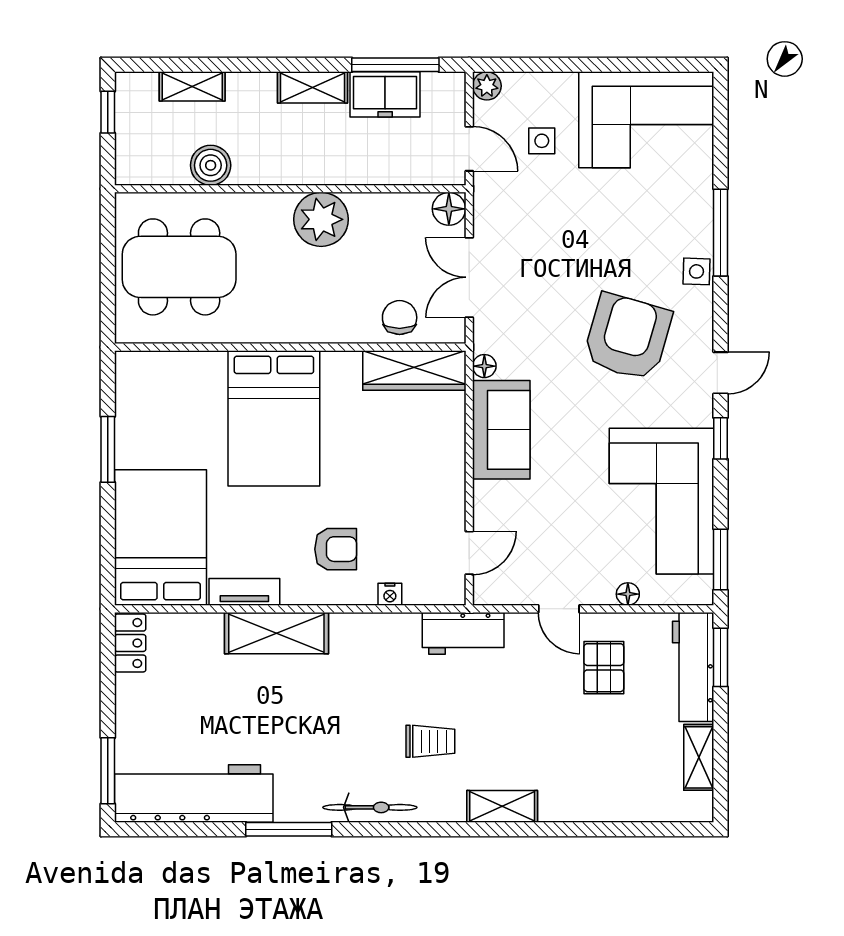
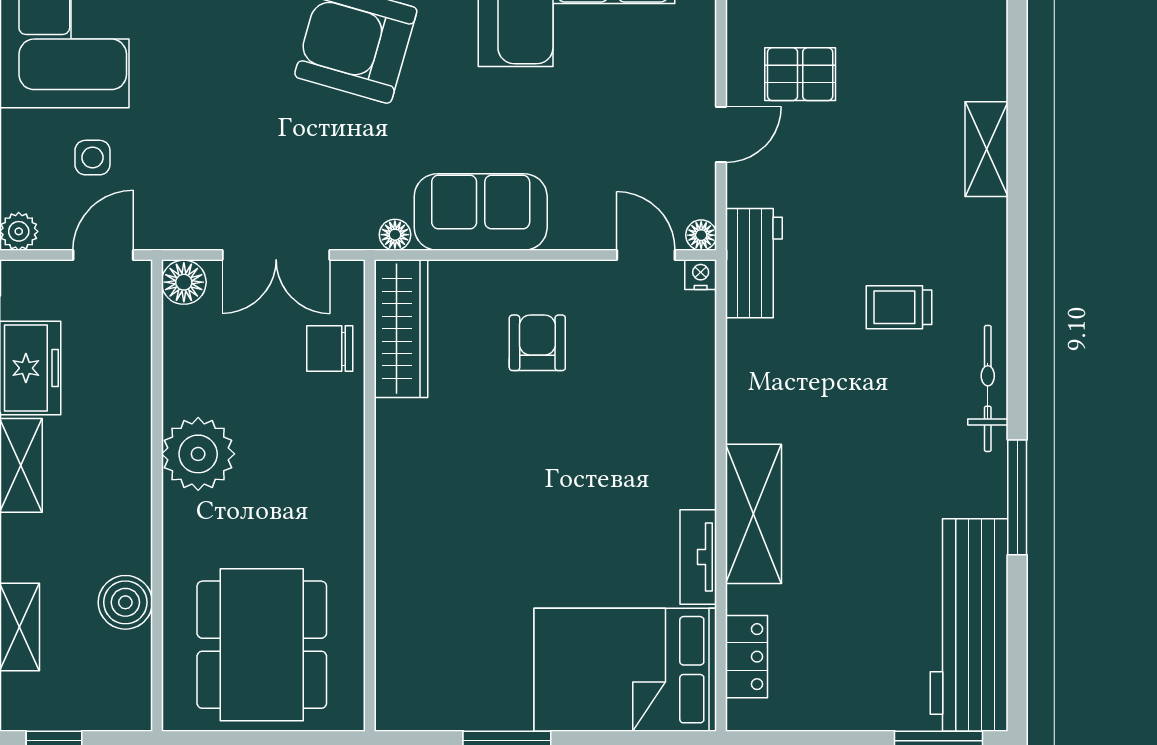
bed: (274, 418) -> (465, 517), removed
armchair: (336, 549) -> (537, 343), moved
nightstand: (390, 594) -> (701, 275), moved, turned -90
floor lamp: (628, 594) -> (701, 235), moved
locker: (130, 643) -> (747, 657), moved, turned 90
trolley: (430, 741) -> (899, 307), turned -90
shelving: (502, 806) -> (986, 149), moved

